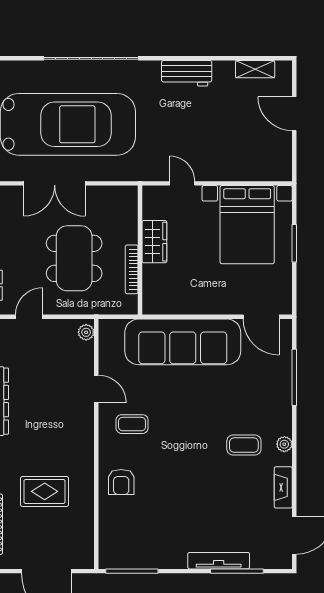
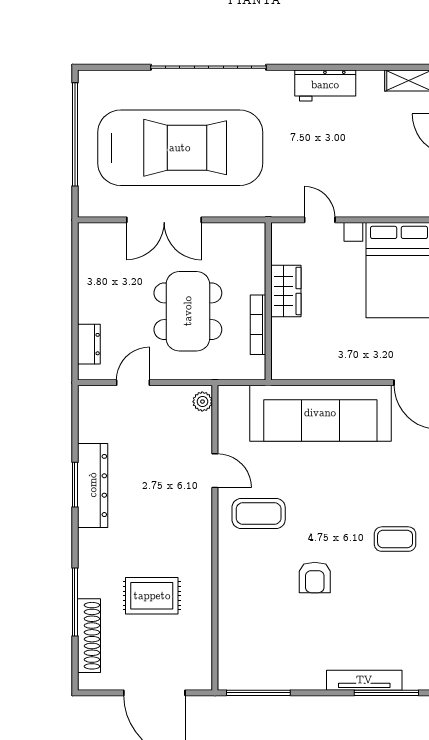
coffee table: (132, 424) -> (259, 513), width x1.36, depth x1.30
armchair: (121, 482) -> (315, 577), moved

